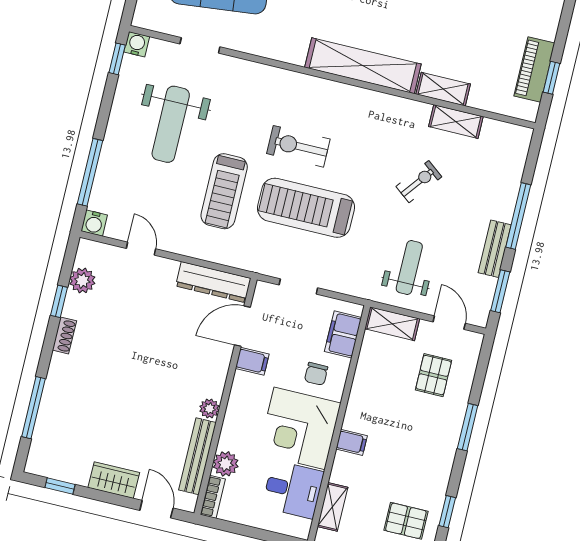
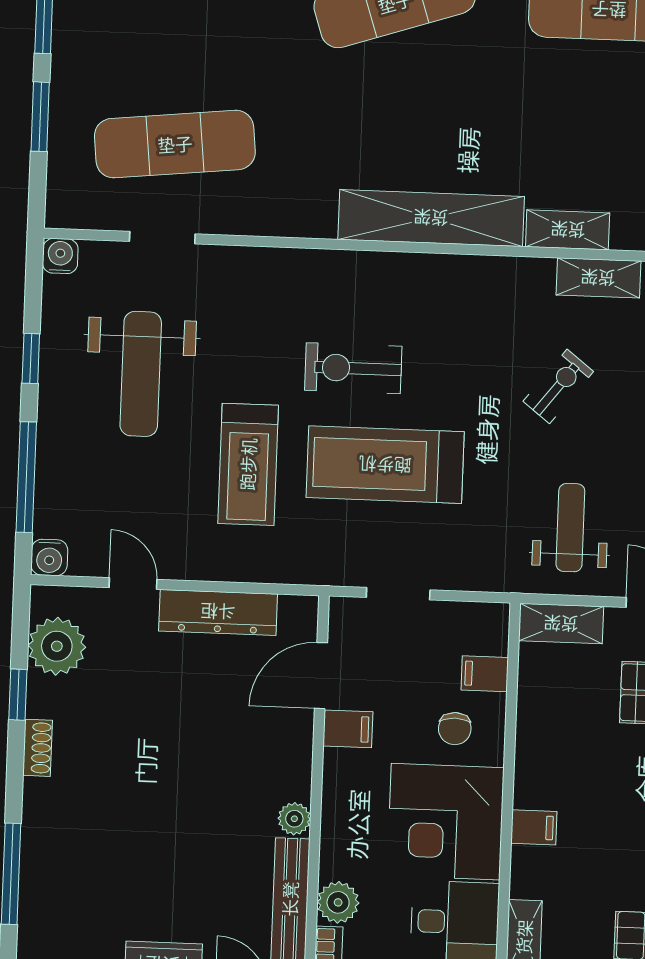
window: (117, 59) -> (31, 358), moved
plant: (82, 281) -> (57, 646), width x1.36, depth x1.36
dresser: (213, 282) -> (218, 612), moved
filing cabinet: (343, 334) -> (485, 674), width x0.50

